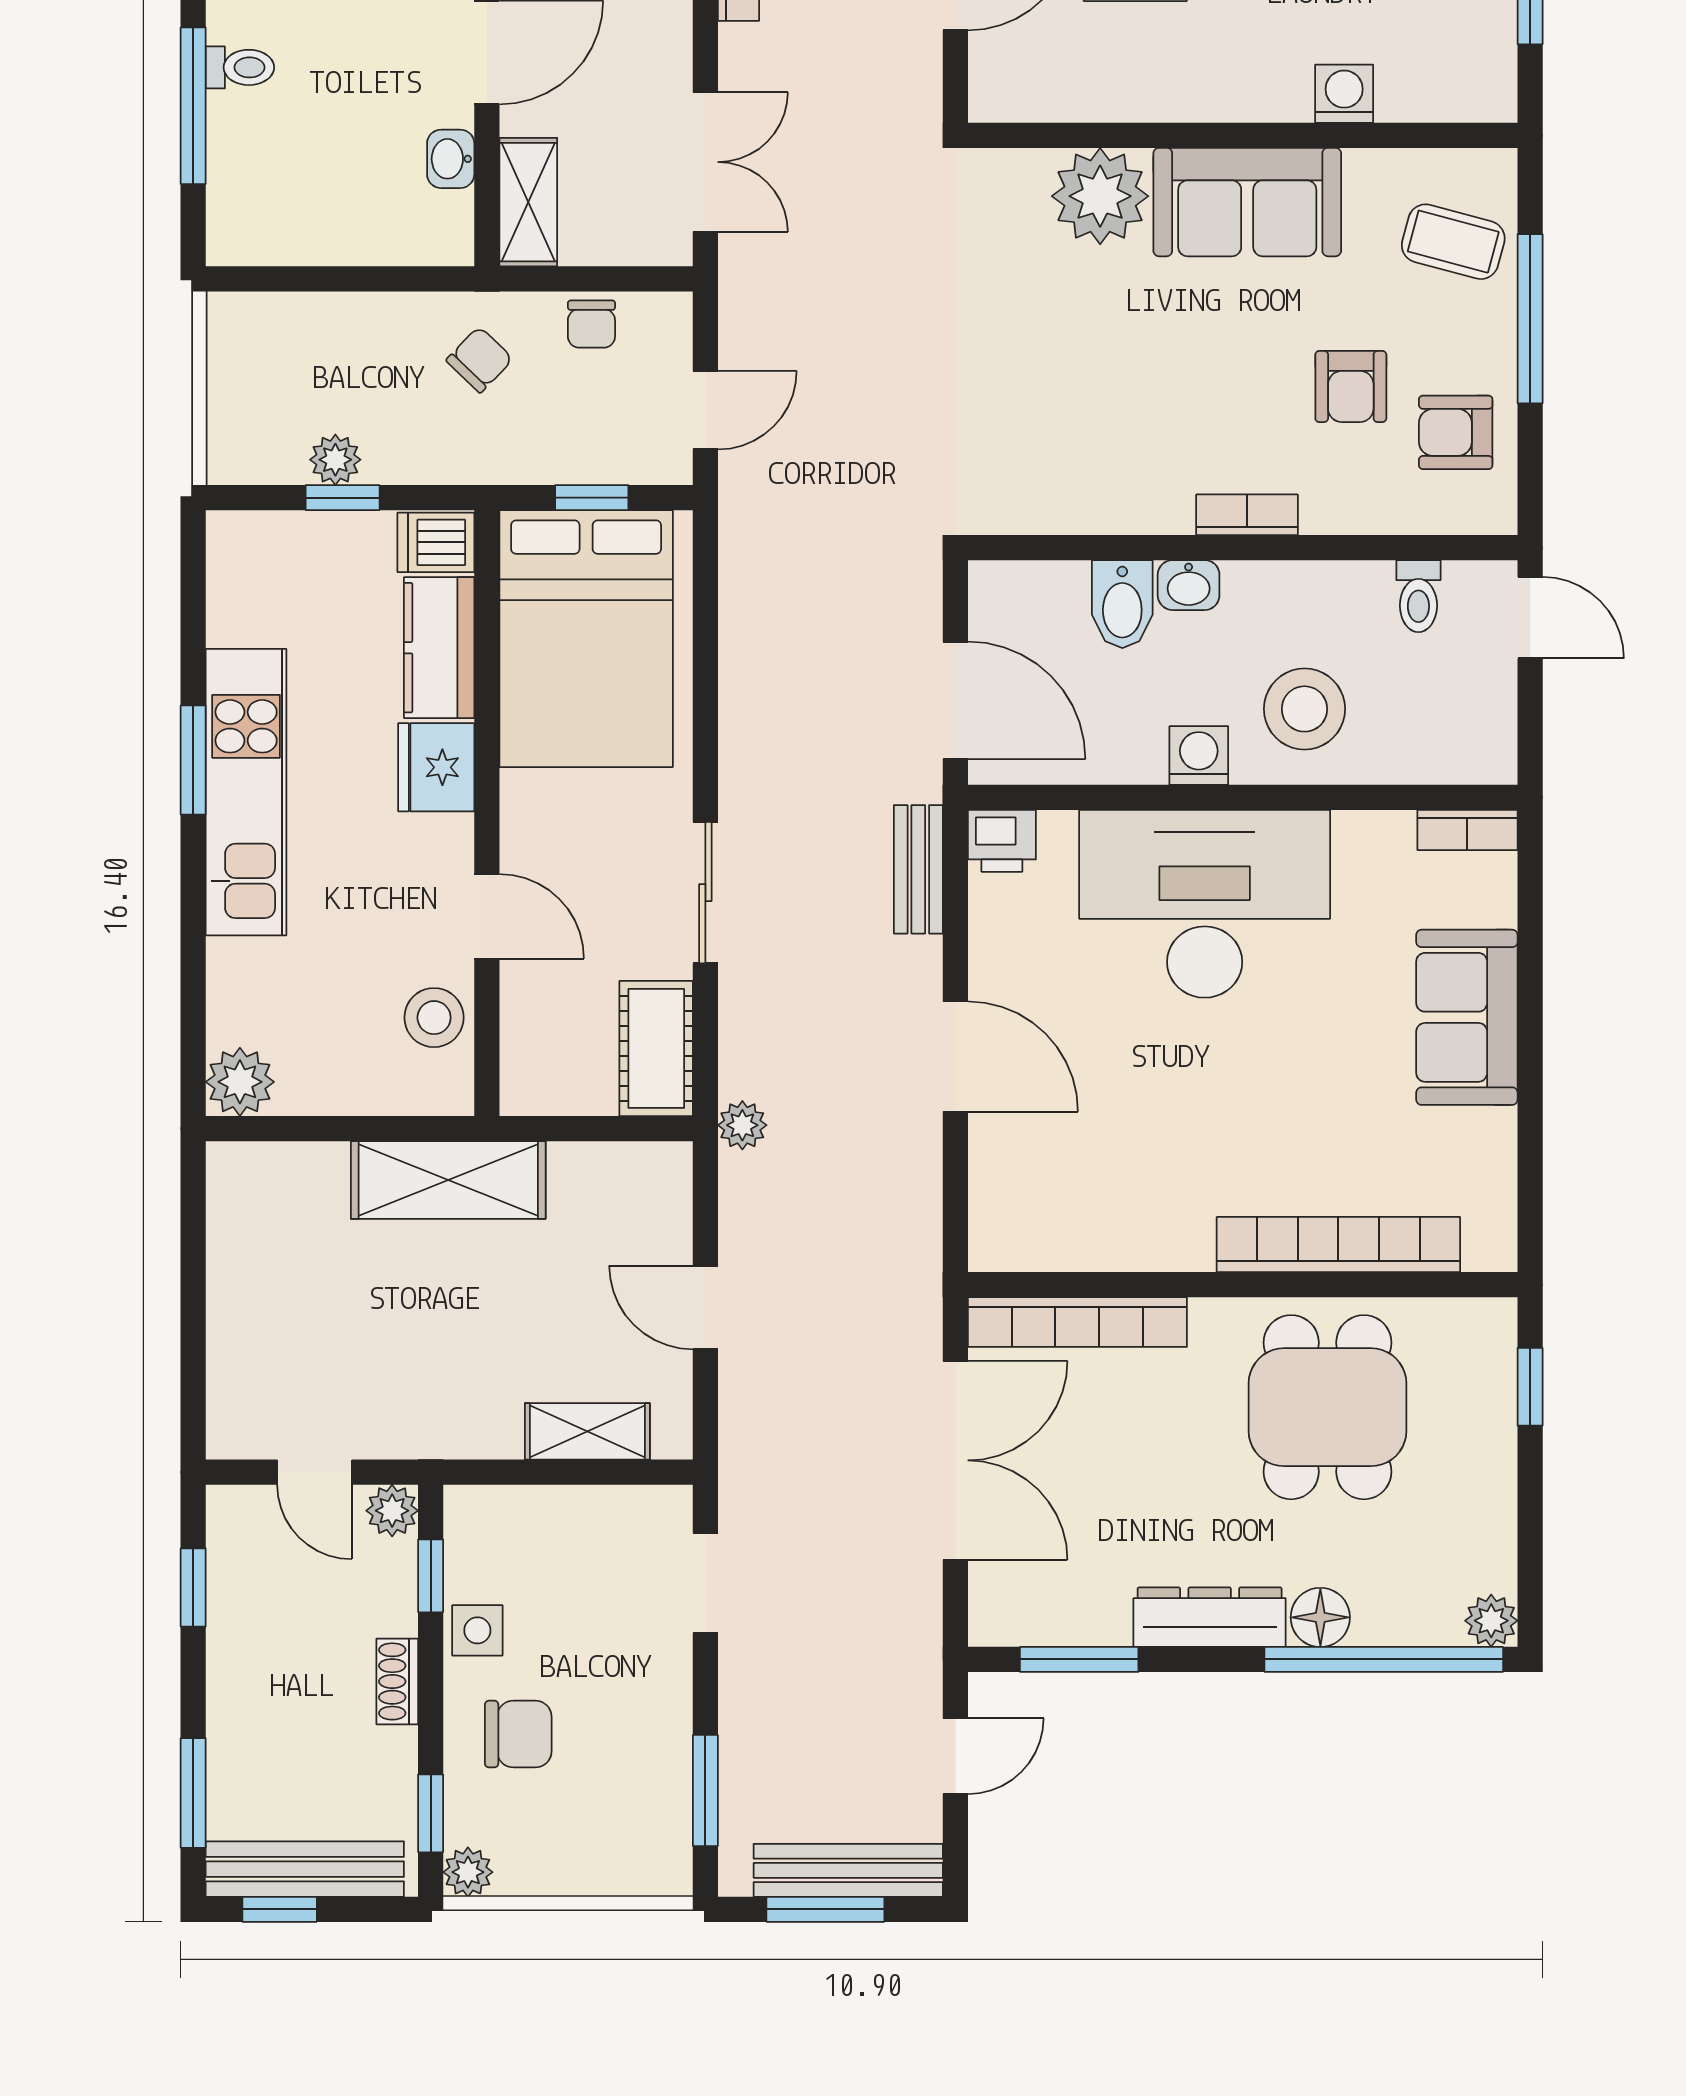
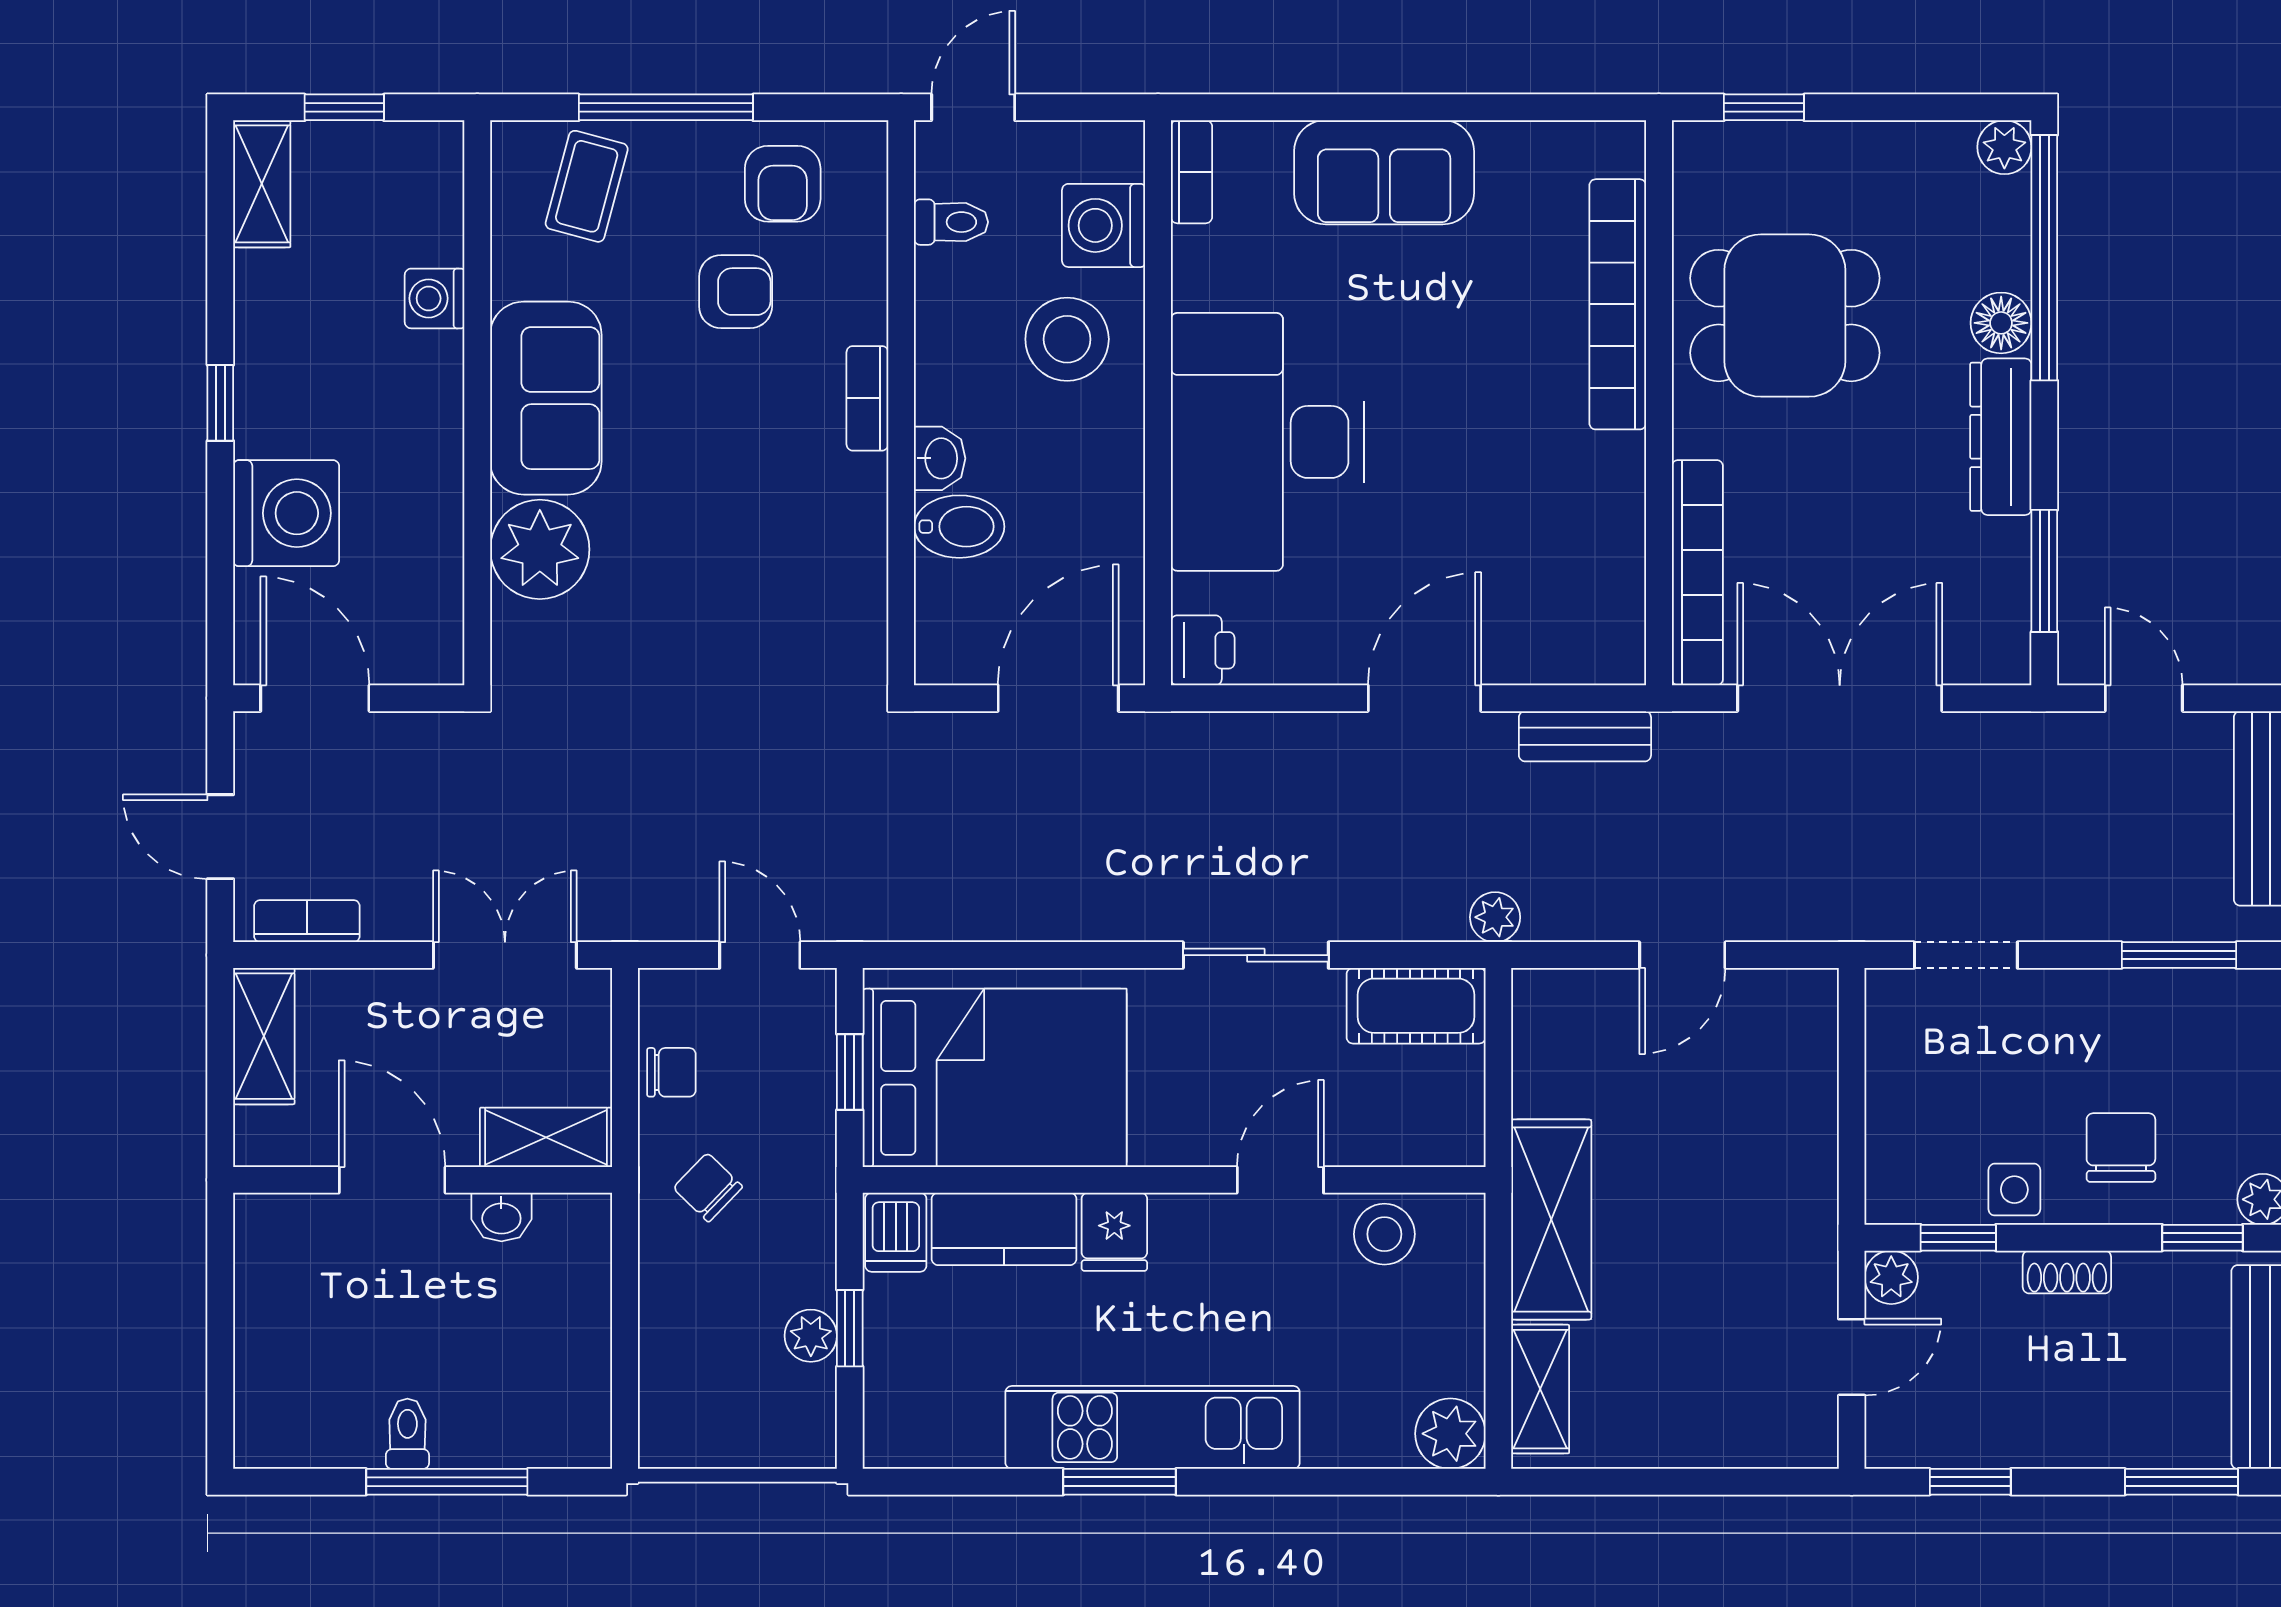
washing machine: (1199, 756) -> (1104, 225), moved, width x1.38, depth x1.38
fridge: (436, 767) -> (1114, 1232), width x0.72
bench: (918, 869) -> (1585, 736), moved
shelving: (587, 1431) -> (1540, 1389), moved

